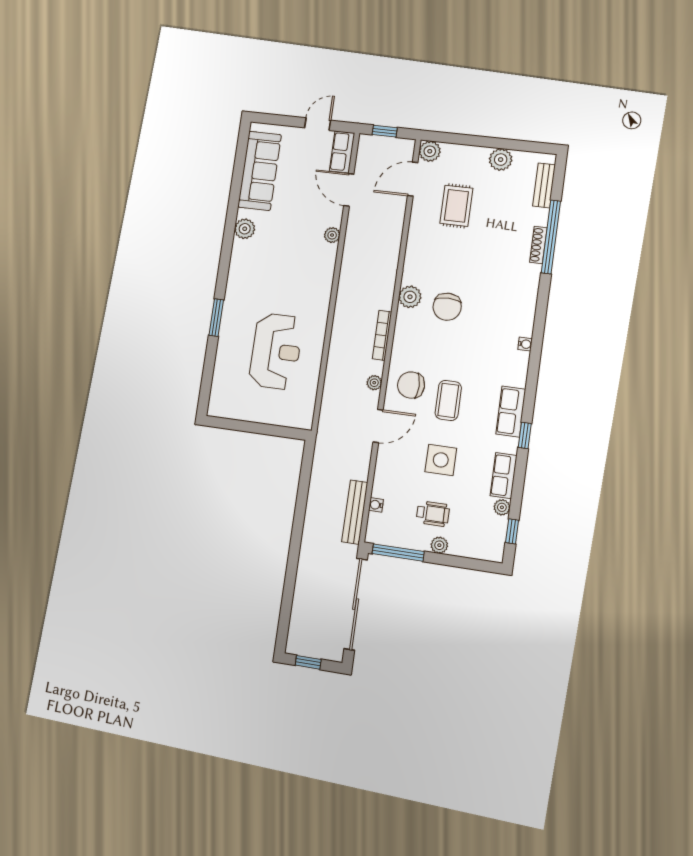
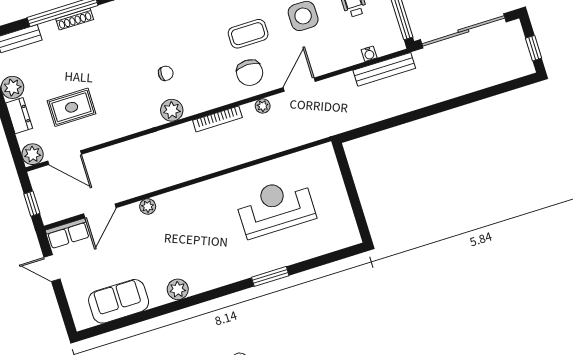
dresser: (471, 154) -> (19, 116), added
sofa: (260, 171) -> (119, 301), width x0.73
chair: (447, 307) -> (166, 73), width x0.54, depth x0.54
door: (378, 426) -> (299, 85), hinge flipped

